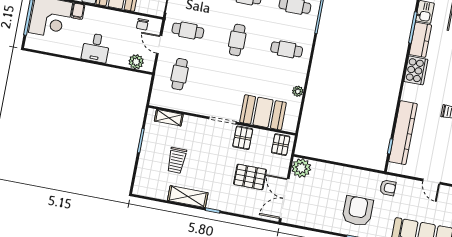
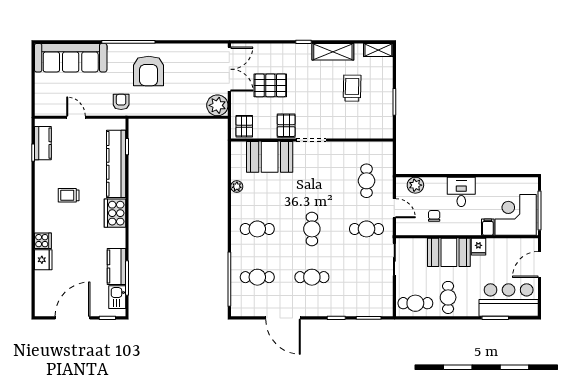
chair: (142, 24) -> (434, 216), moved
cooker: (416, 70) -> (115, 213), moved
shelving: (169, 118) -> (378, 50), moved
armchair: (388, 188) -> (121, 102), turned 90

